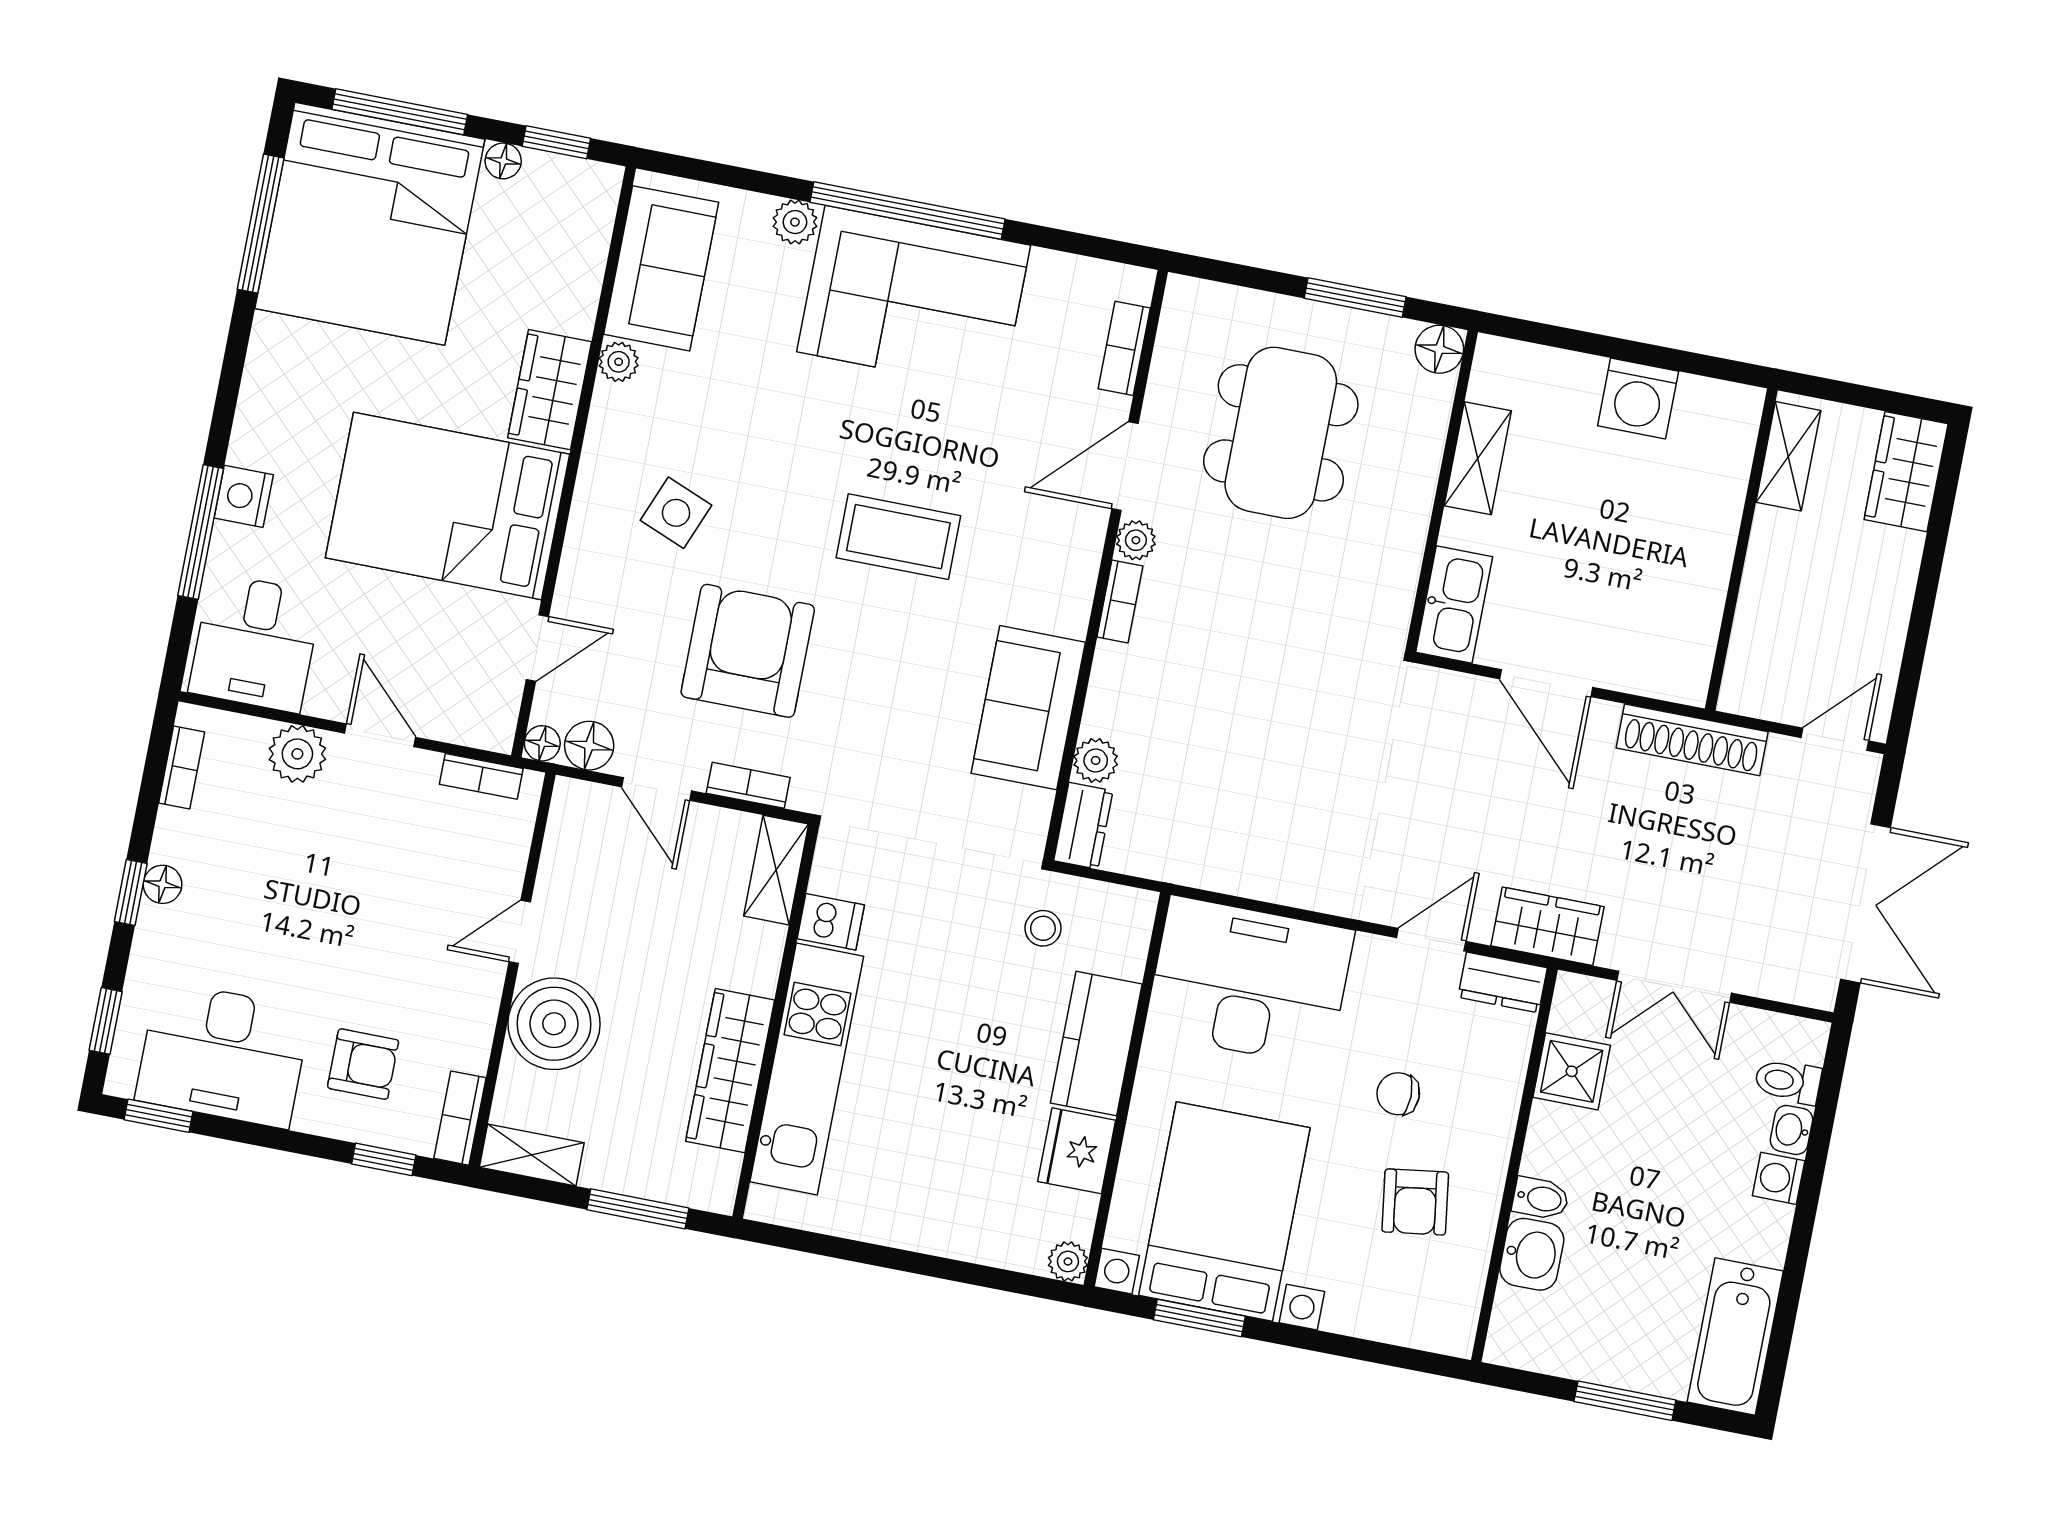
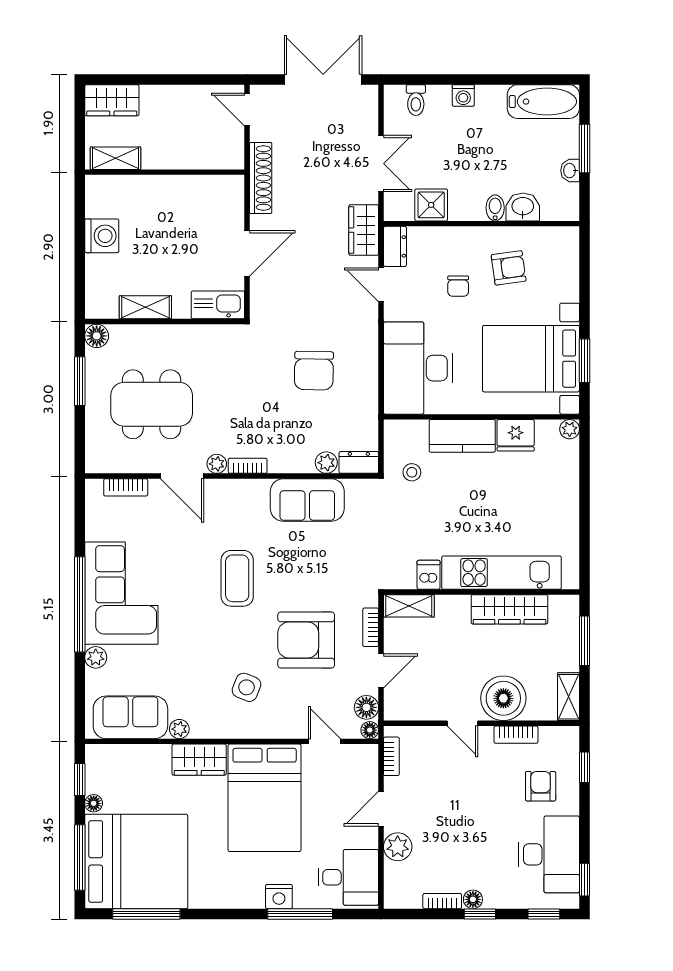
bookcase: (182, 768) -> (442, 901), moved
chair: (1285, 771) -> (314, 371), added
bookcase: (460, 1118) -> (516, 735), moved
washbasin: (1791, 1130) -> (570, 171), moved, turned 90

